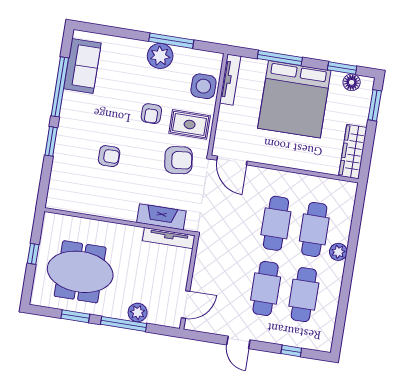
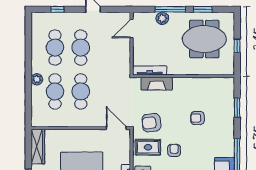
window: (51, 141) -> (237, 108), moved

